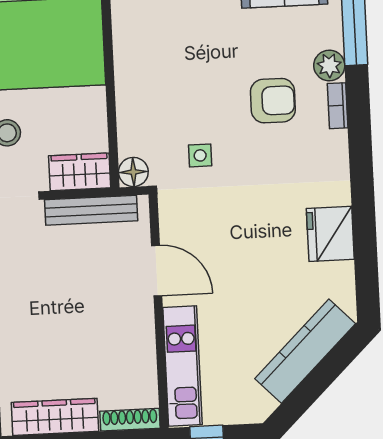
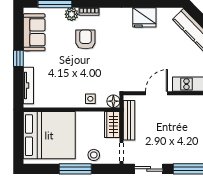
side table: (200, 155) -> (90, 99), moved

